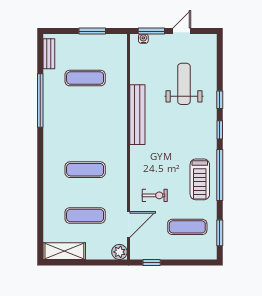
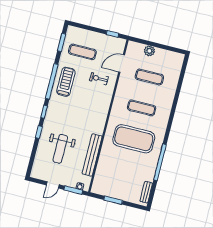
exercise mat: (85, 78) -> (134, 139), moved, width x2.00, depth x1.45
bench: (137, 115) -> (92, 155), moved
shelving: (64, 251) -> (169, 56), removed
plant: (119, 252) -> (149, 51), moved

